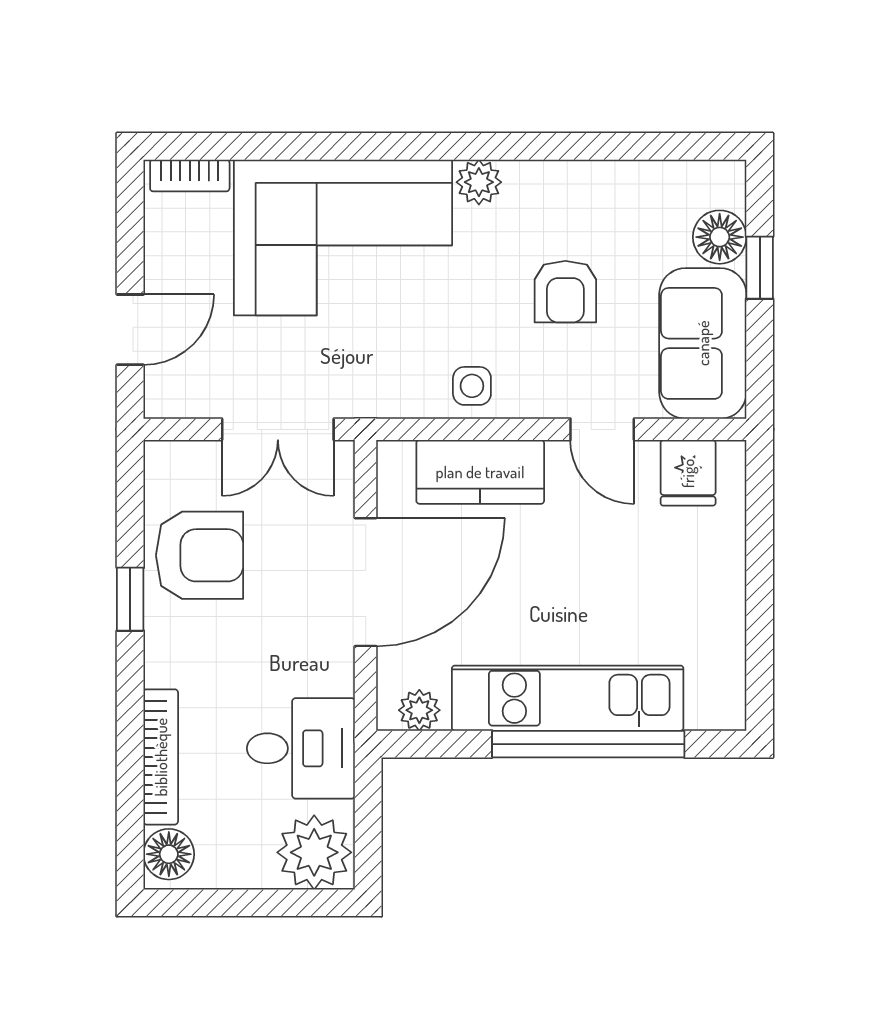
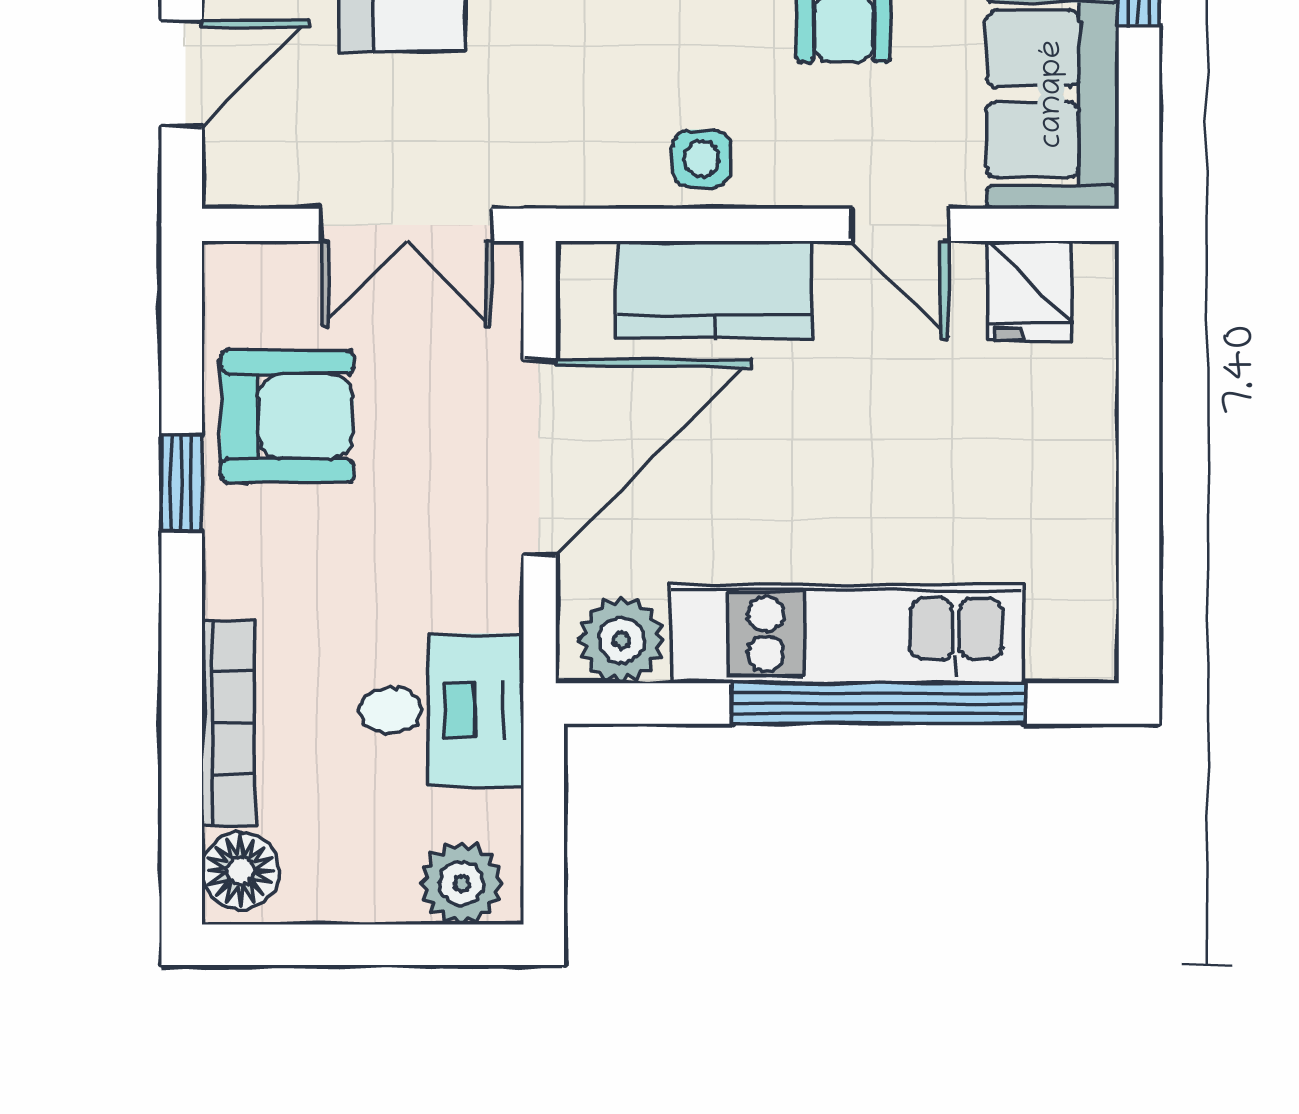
plant: (419, 710) -> (621, 640), width x1.38, depth x1.38
plant: (314, 852) -> (462, 883), width x0.73, depth x0.73

